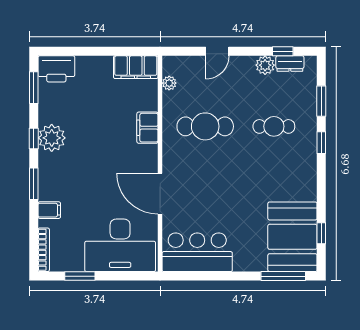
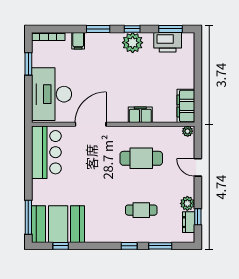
printer: (56, 69) -> (168, 42), moved, turned -90
plant: (169, 83) -> (188, 131), moved
cafe table: (205, 126) -> (141, 158), turned 90
cafe table: (274, 126) -> (141, 210), turned 90

